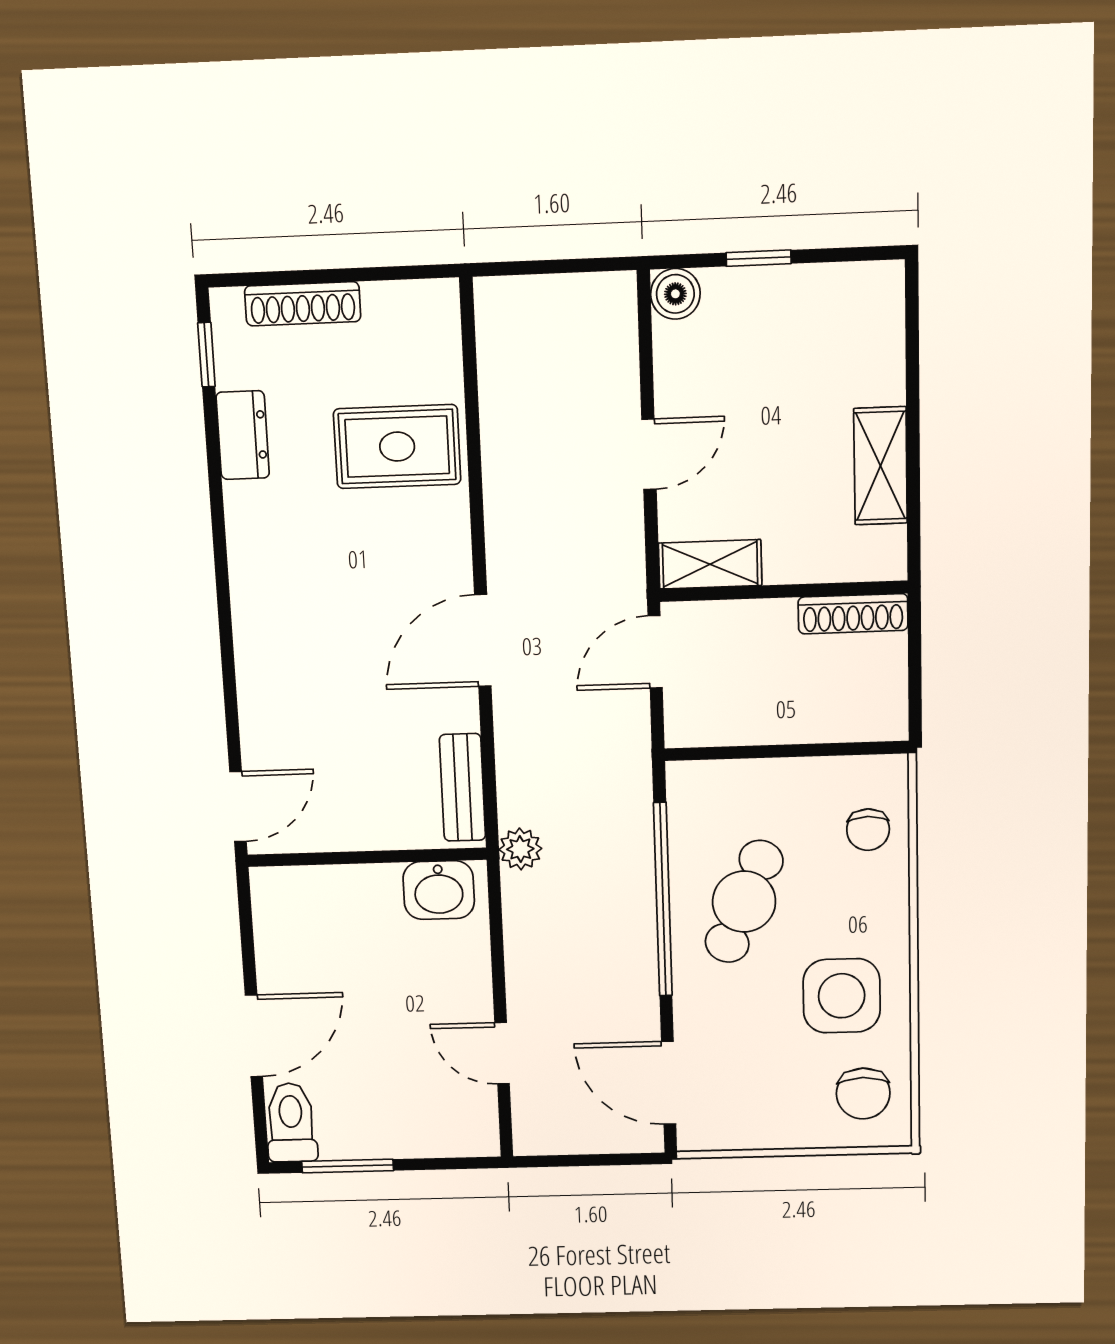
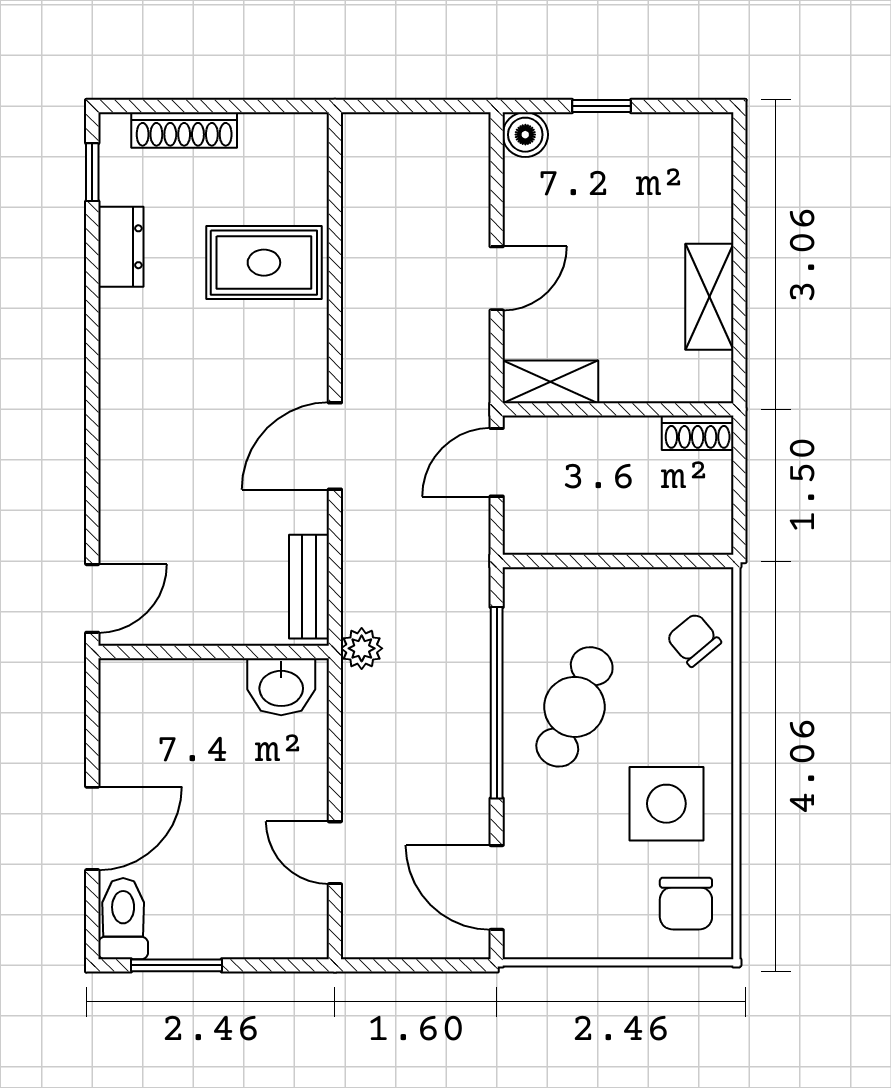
shoe rack: (853, 614) -> (698, 433), width x0.70
chair: (868, 830) -> (694, 640), turned 140

